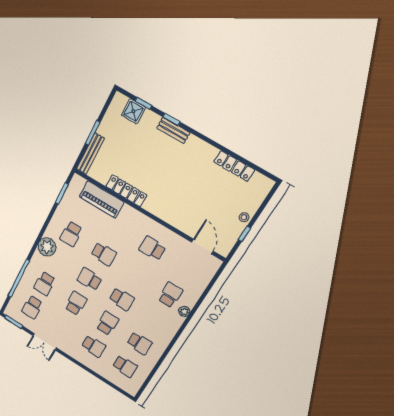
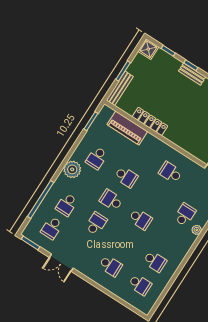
shower: (133, 111) -> (148, 49), moved
school desk: (107, 323) -> (126, 242), removed

